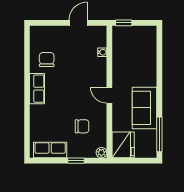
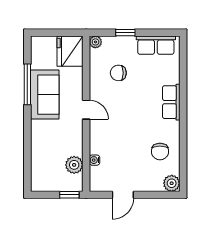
plant: (37, 33) -> (172, 183), added
plant: (120, 48) -> (74, 165), added
row of seats: (37, 89) -> (171, 102), moved
window: (159, 134) -> (27, 84), moved

